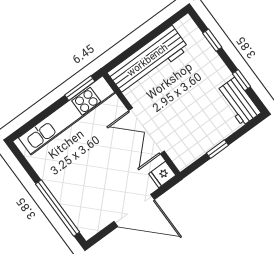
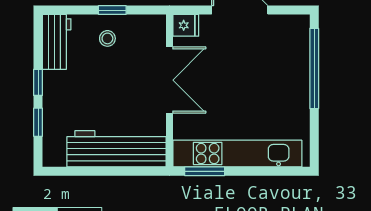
window: (241, 80) -> (38, 82), moved
stool: (207, 128) -> (107, 38), added

